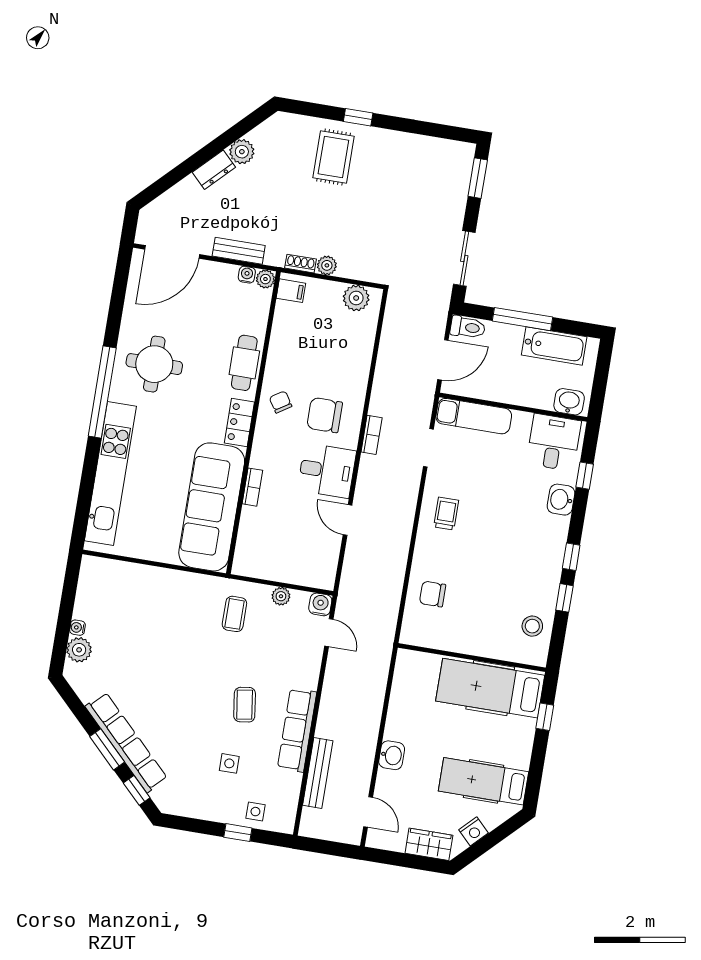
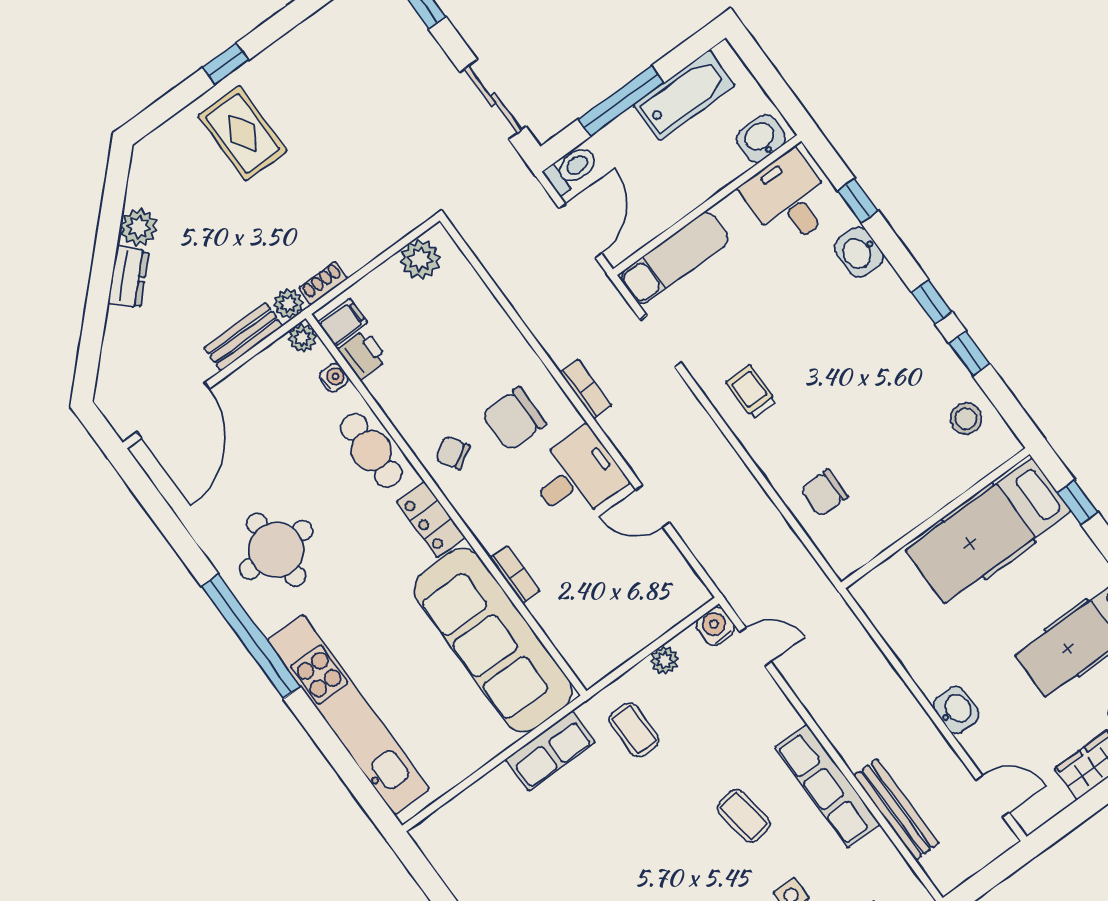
plant: (327, 265) -> (289, 304), moved
water cooler: (247, 275) -> (334, 378), moved, turned 90
printer: (285, 315) -> (363, 354), added
row of seats: (186, 584) -> (550, 751), added

